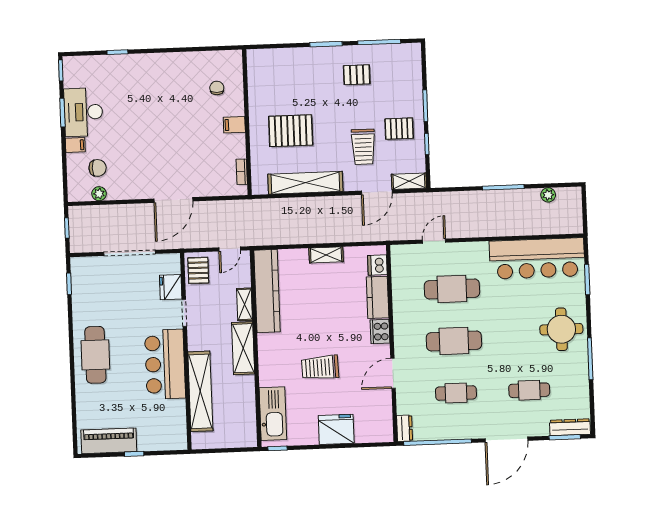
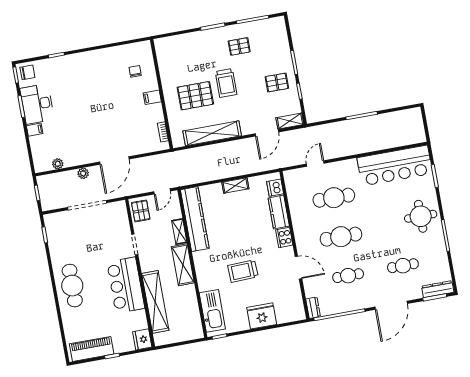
trolley: (363, 147) -> (226, 83), moved
chair: (98, 168) -> (27, 72), moved
plant: (548, 195) -> (83, 173), moved
fridge: (171, 287) -> (142, 339), moved
door: (393, 373) -> (298, 268), swing flipped

